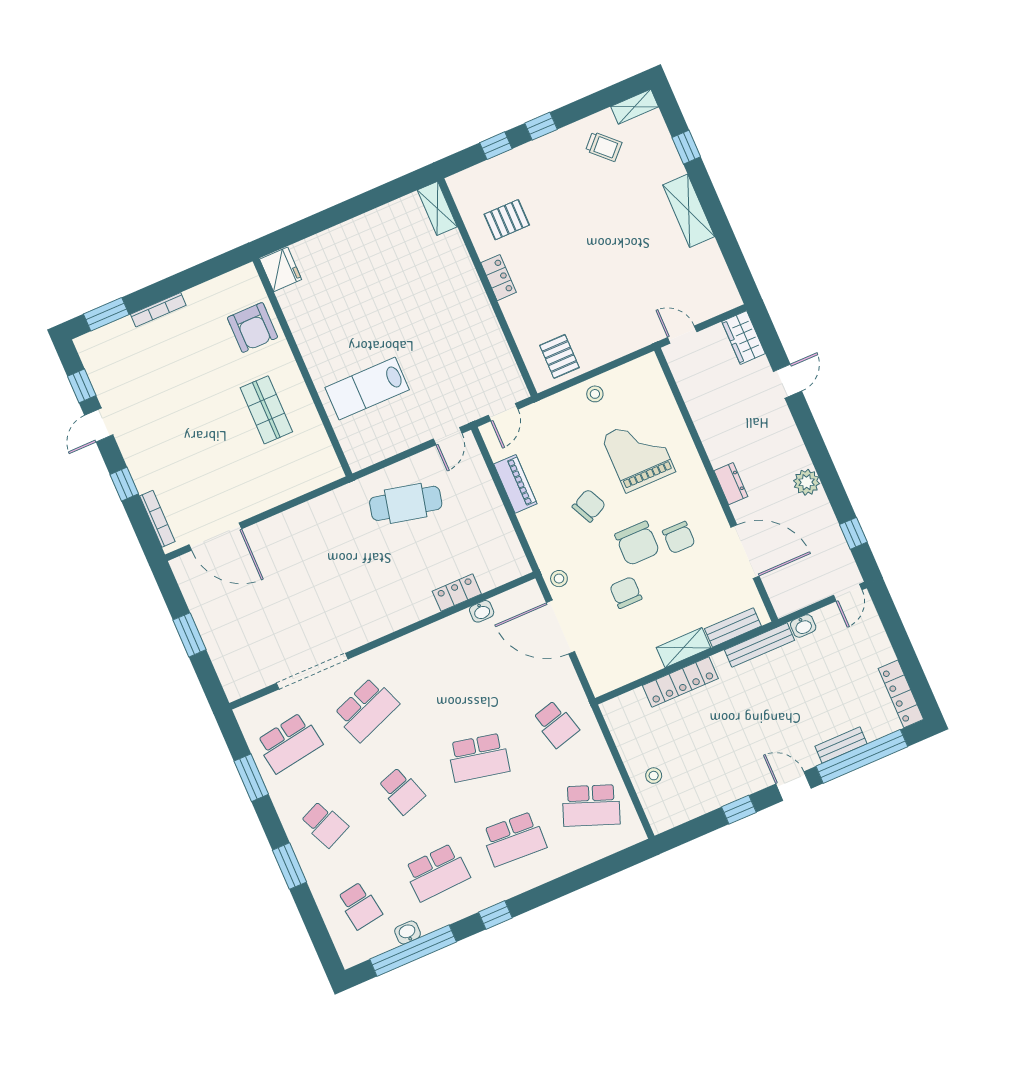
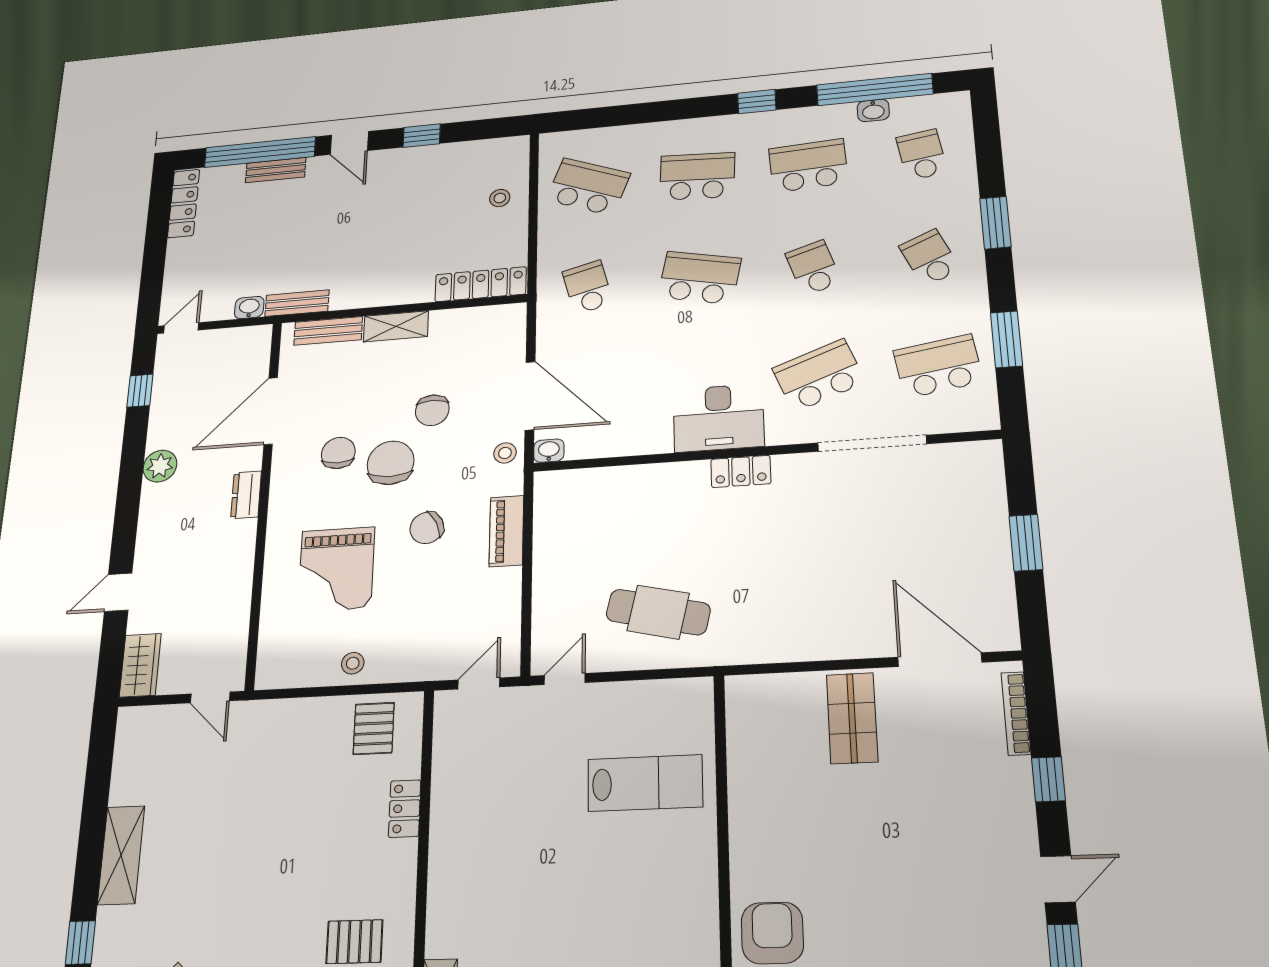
locker: (499, 278) -> (405, 809), moved
shop shelf: (266, 410) -> (852, 718), moved
piano: (515, 484) -> (506, 531), moved
door: (745, 552) -> (271, 411), hinge flipped
locker: (457, 593) -> (741, 471), moved
washbasin: (482, 611) -> (549, 451), moved
bench: (760, 645) -> (297, 303), width x0.73
desk: (422, 655) -> (719, 418), added
locker: (680, 682) -> (481, 284), moved

